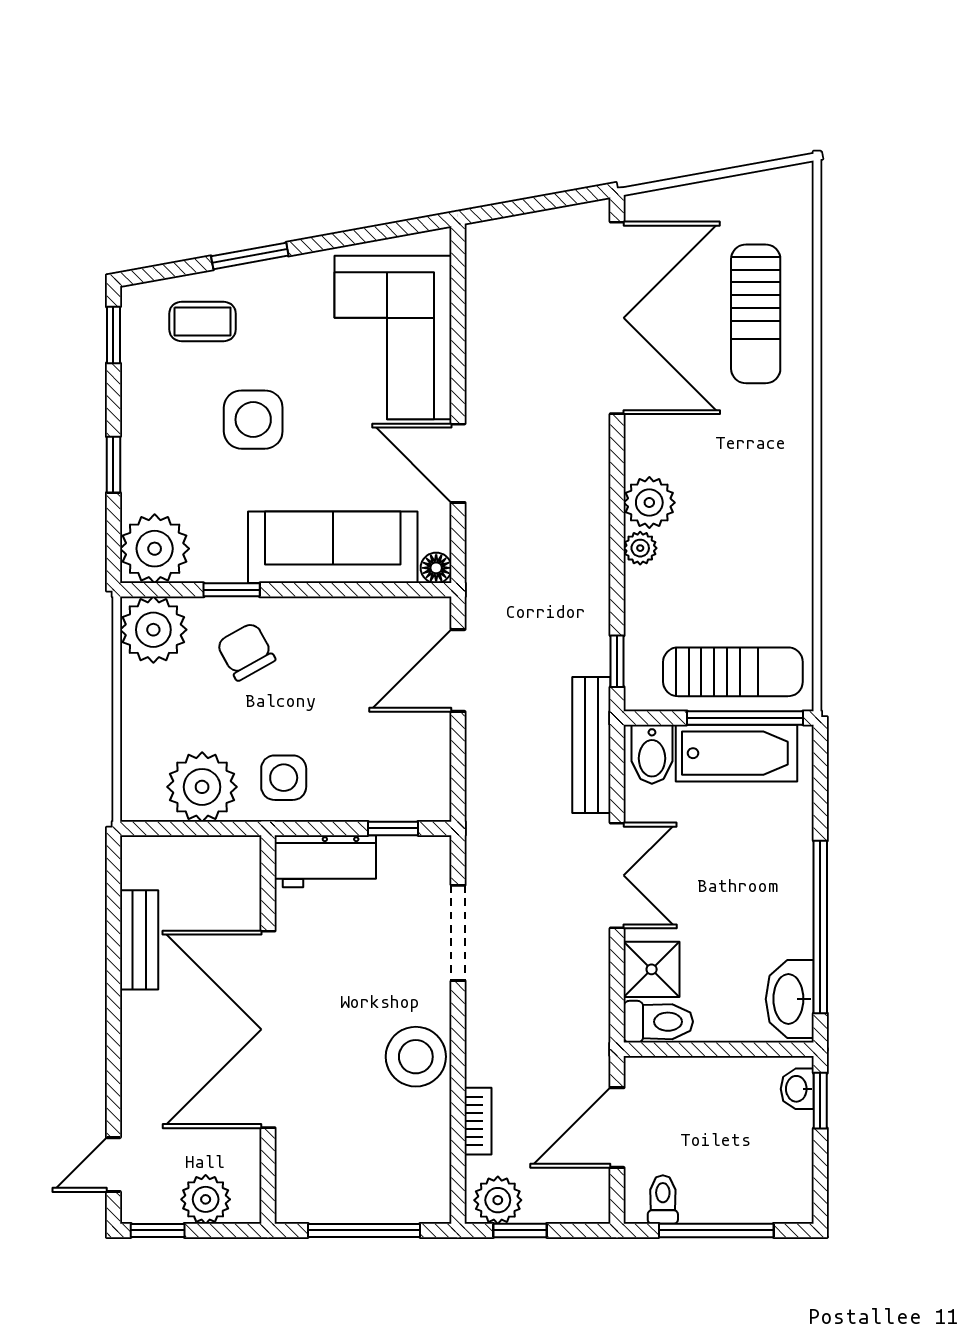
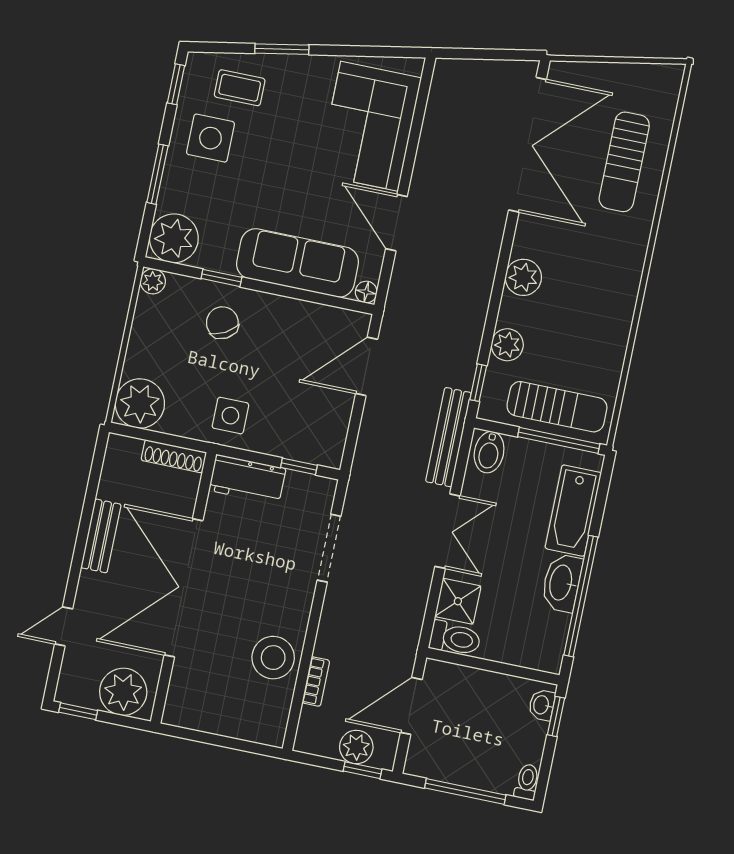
side table: (253, 420) -> (210, 138), moved
window: (113, 465) -> (157, 174), width x1.50
plant: (640, 548) -> (507, 345), moved, width x1.38, depth x1.38
plant: (153, 630) -> (153, 281), width x0.53, depth x0.53
bathtub: (737, 753) -> (573, 511), moved, turned 90
plant: (202, 787) -> (140, 404), moved
shoe rack: (217, 850) -> (174, 456), added
bench: (139, 940) -> (101, 536), moved
washbasin: (790, 999) -> (562, 583), moved
stool: (416, 1057) -> (273, 658), moved
door: (113, 1165) -> (64, 626), moved
plant: (206, 1199) -> (123, 692), width x1.36, depth x1.36
toilet: (663, 1199) -> (527, 782), moved
plant: (498, 1200) -> (356, 747), moved
window: (364, 1230) -> (221, 741), removed
window: (520, 1230) -> (363, 770), moved

